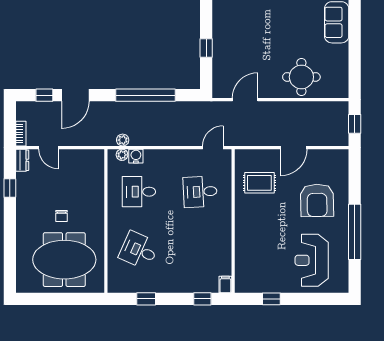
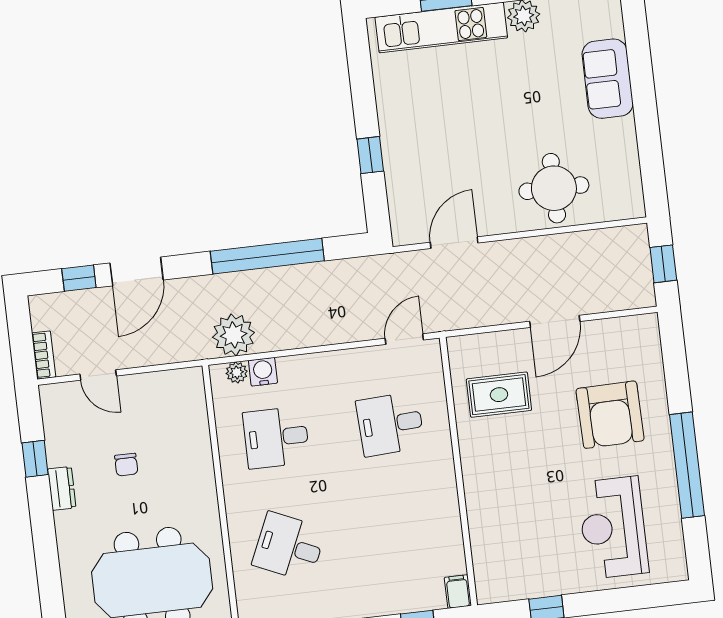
plant: (123, 140) -> (234, 335), width x1.87, depth x1.87
dresser: (22, 160) -> (62, 488), moved
chair: (61, 216) -> (126, 465), moved

